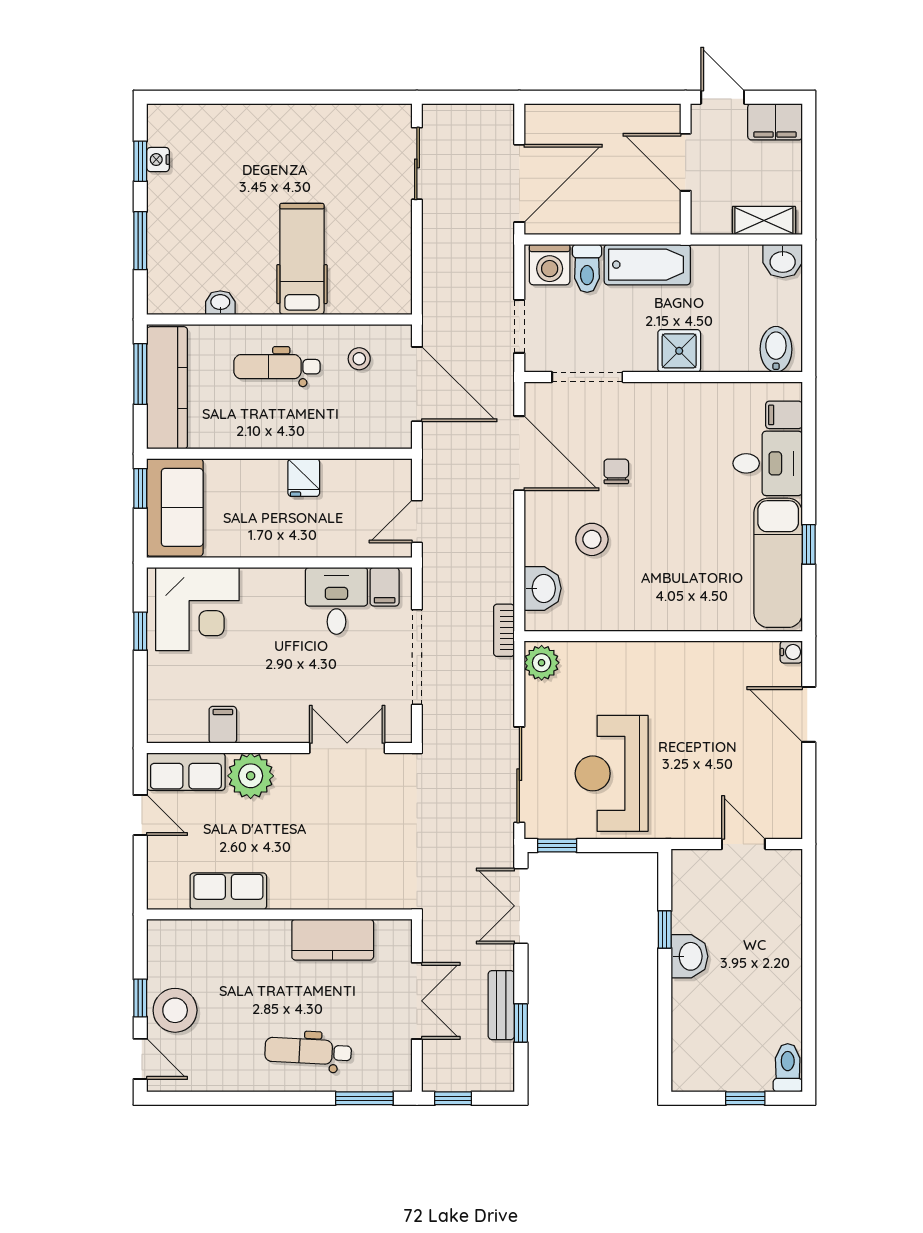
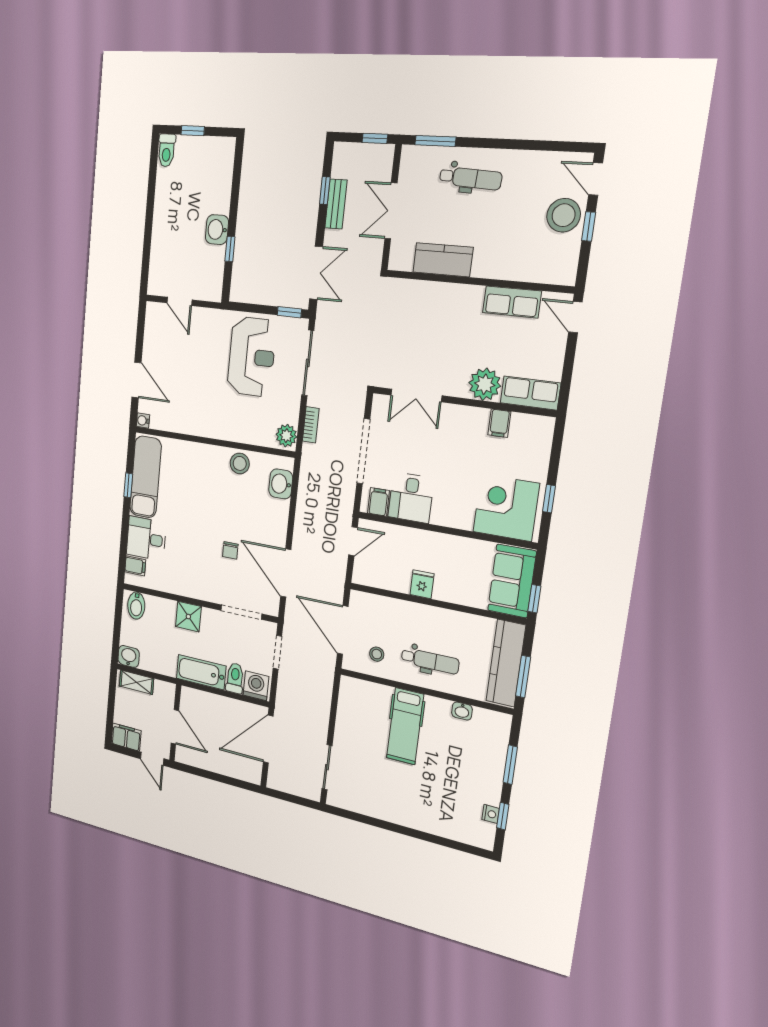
stool: (592, 539) -> (240, 463), moved
bookcase: (504, 630) -> (311, 425), moved
door: (140, 815) -> (575, 317), moved

